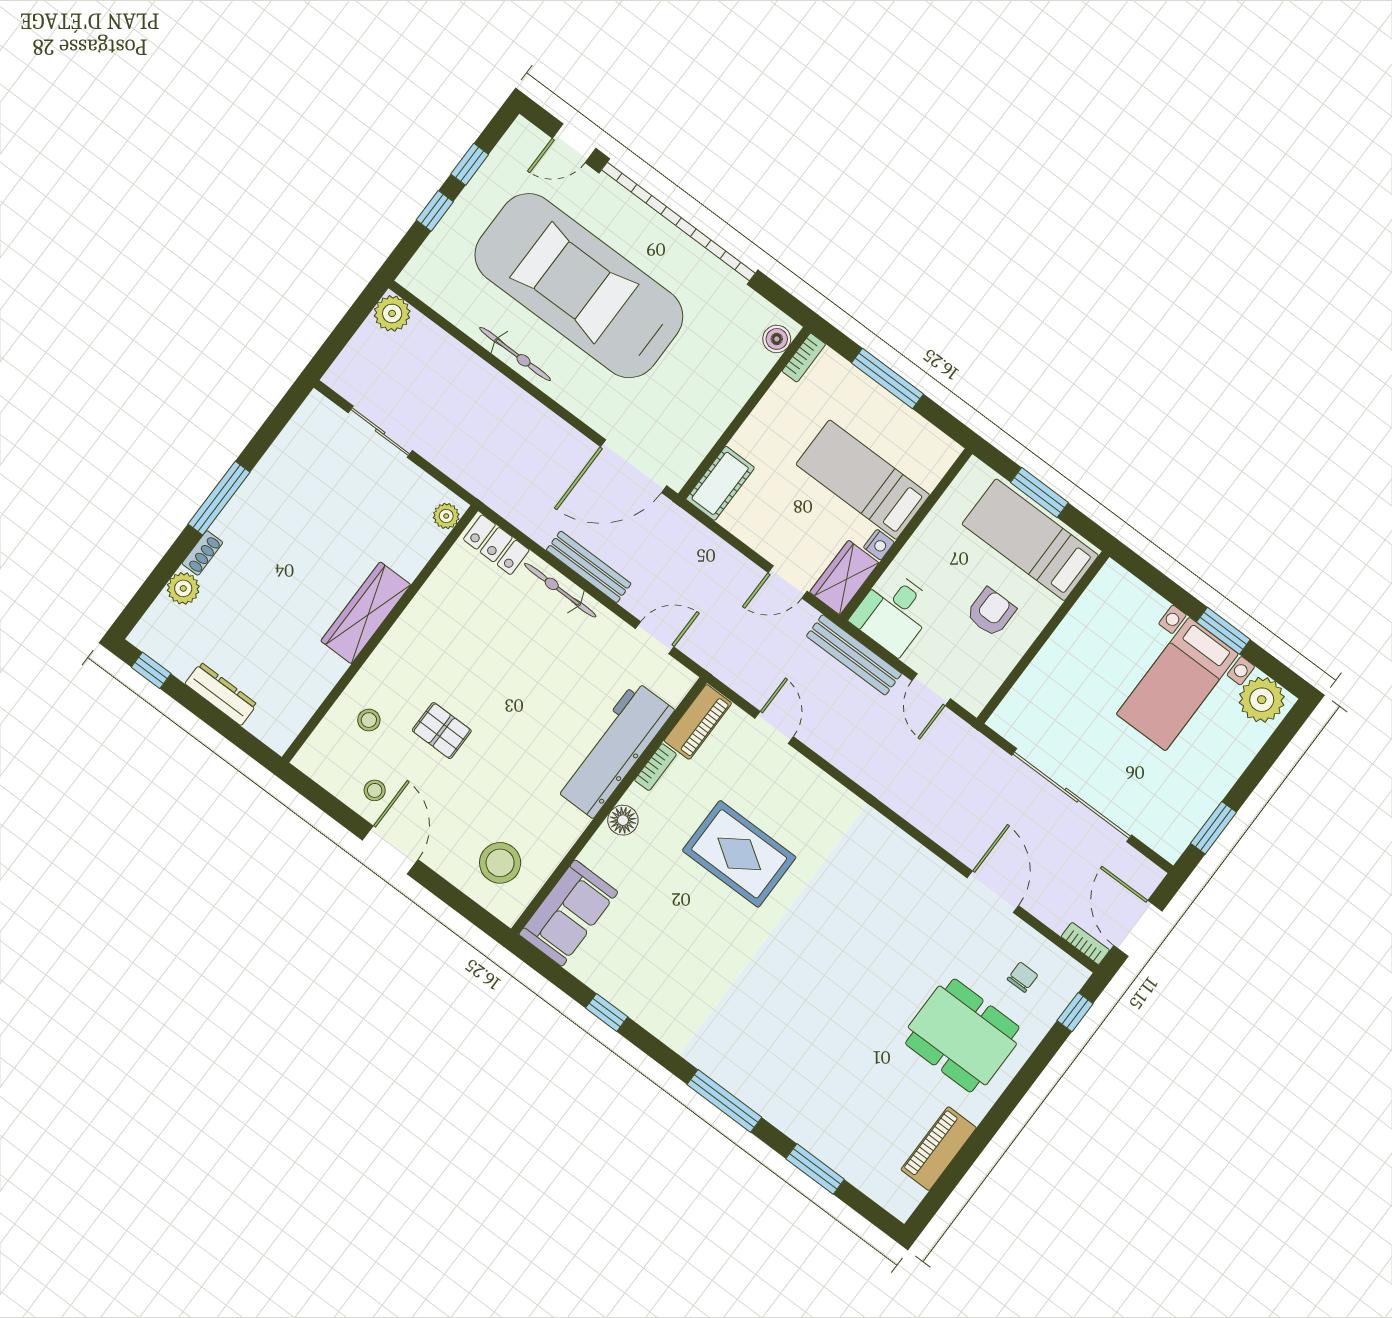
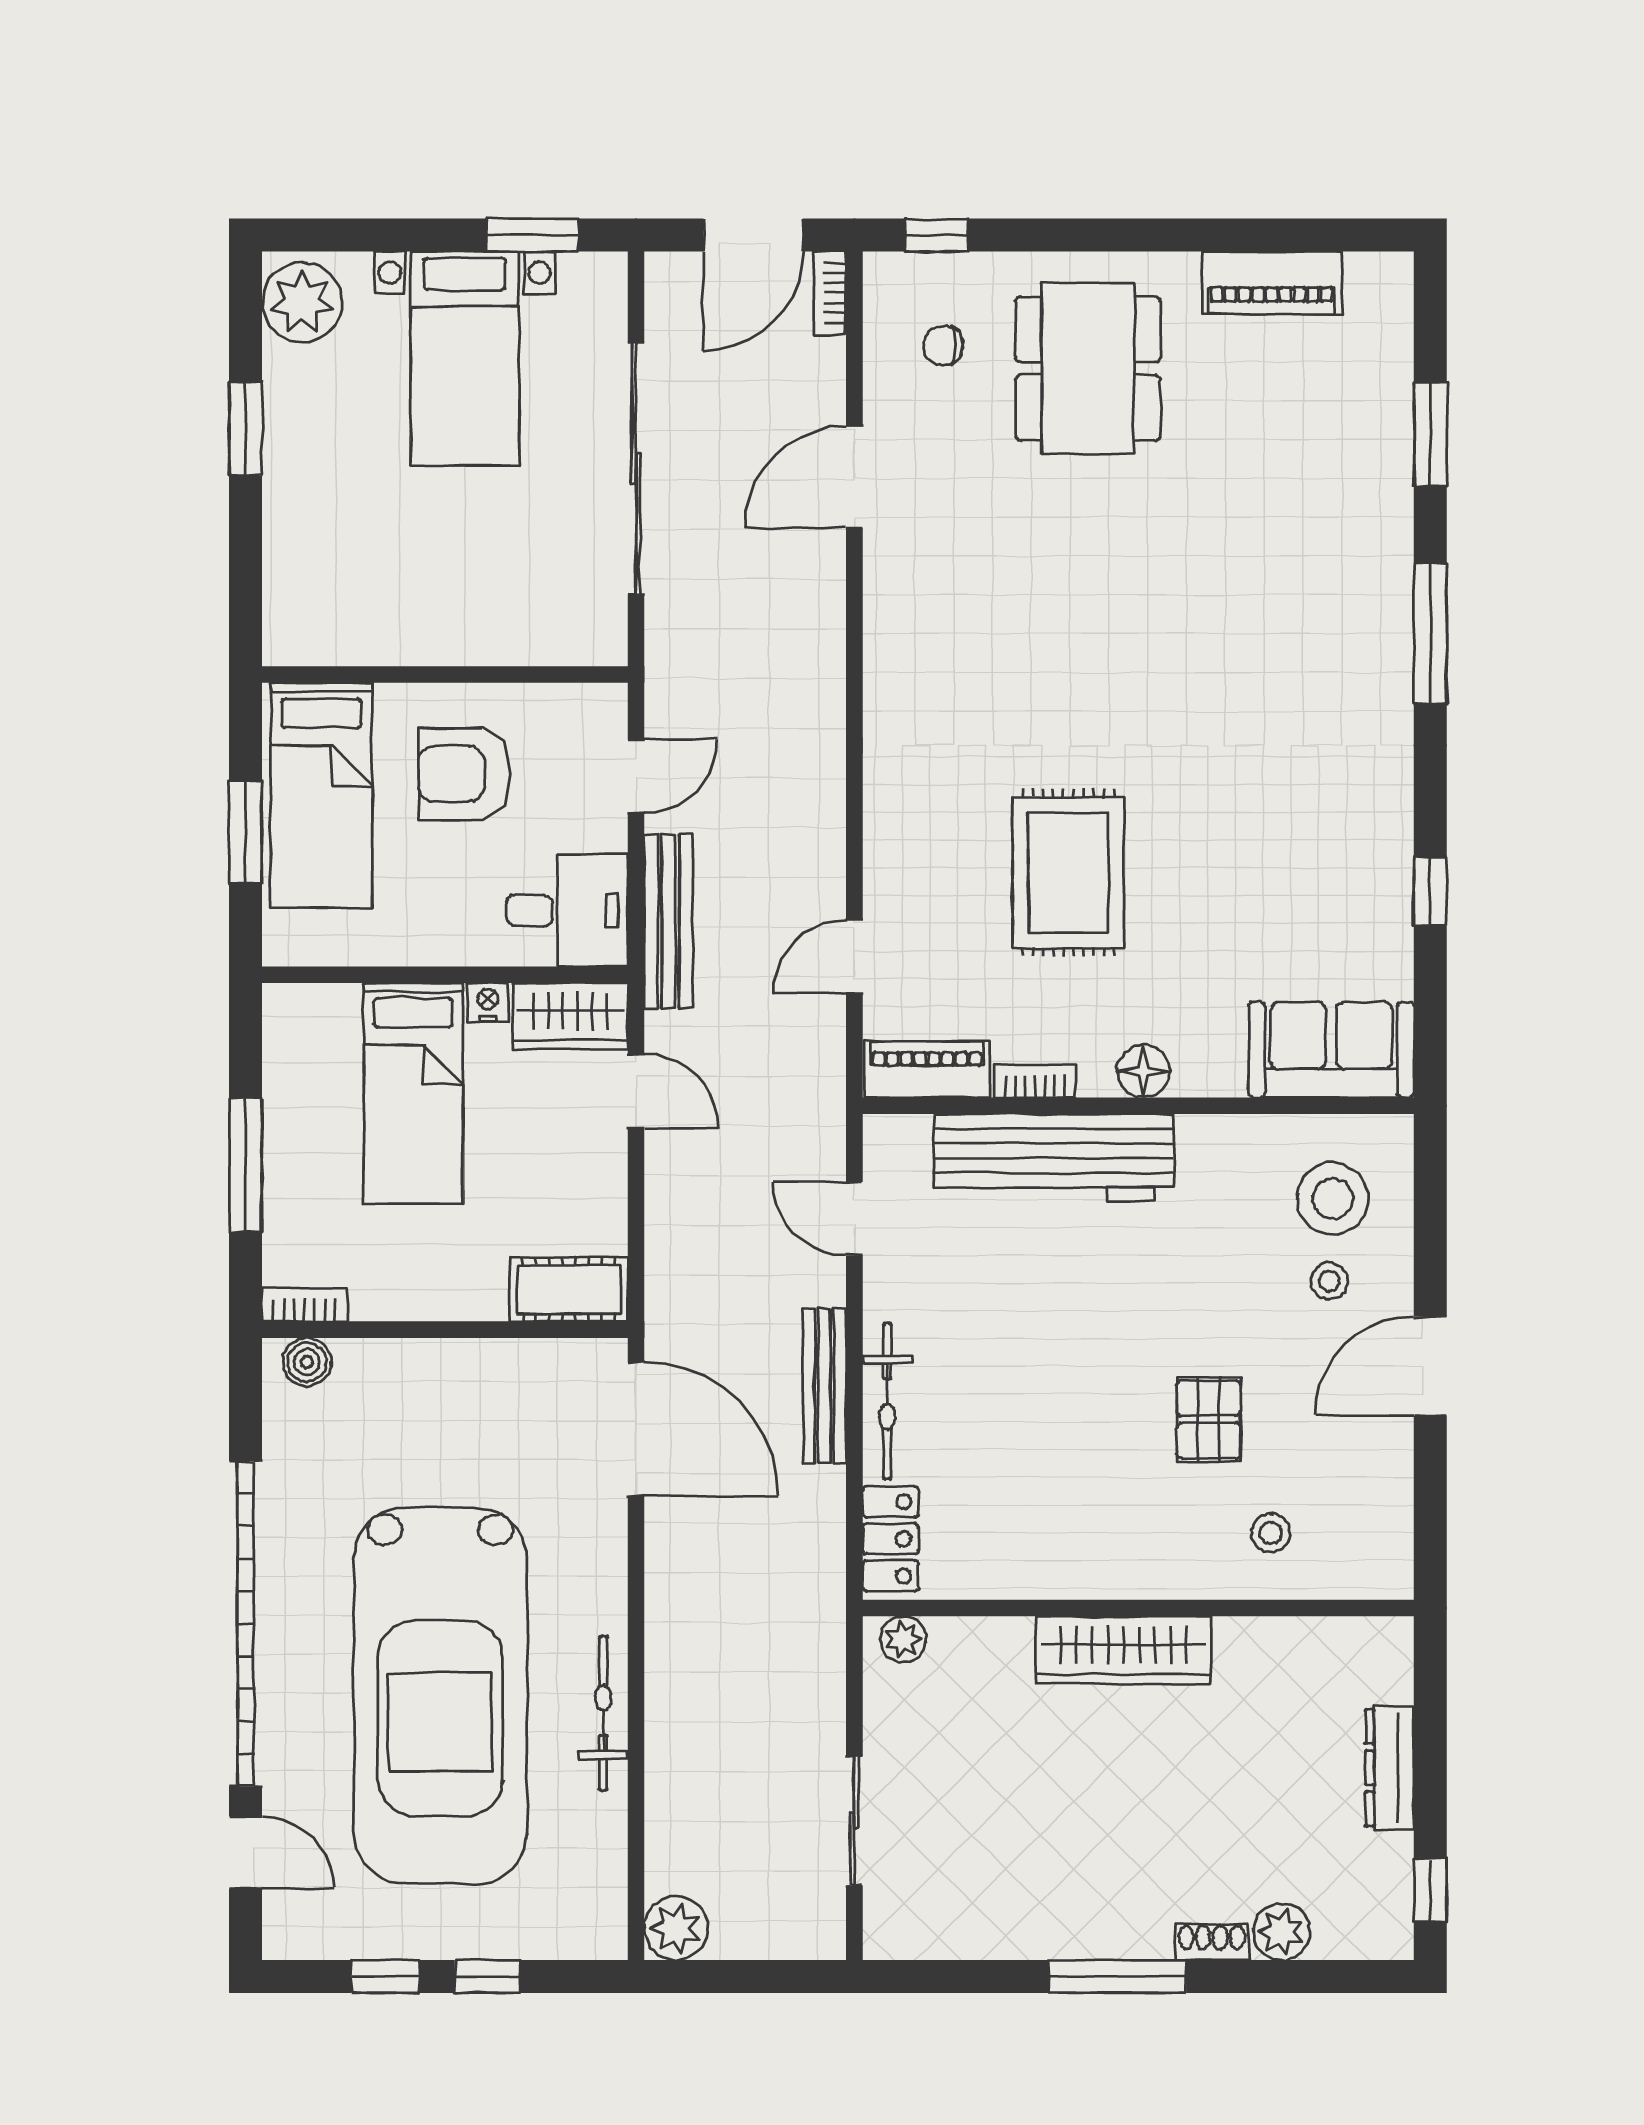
armchair: (991, 612) -> (464, 774), width x1.38, depth x1.38
bed with nightstands: (1177, 684) -> (465, 358), moved, turned 90
stool: (375, 790) -> (1329, 1281), moved

